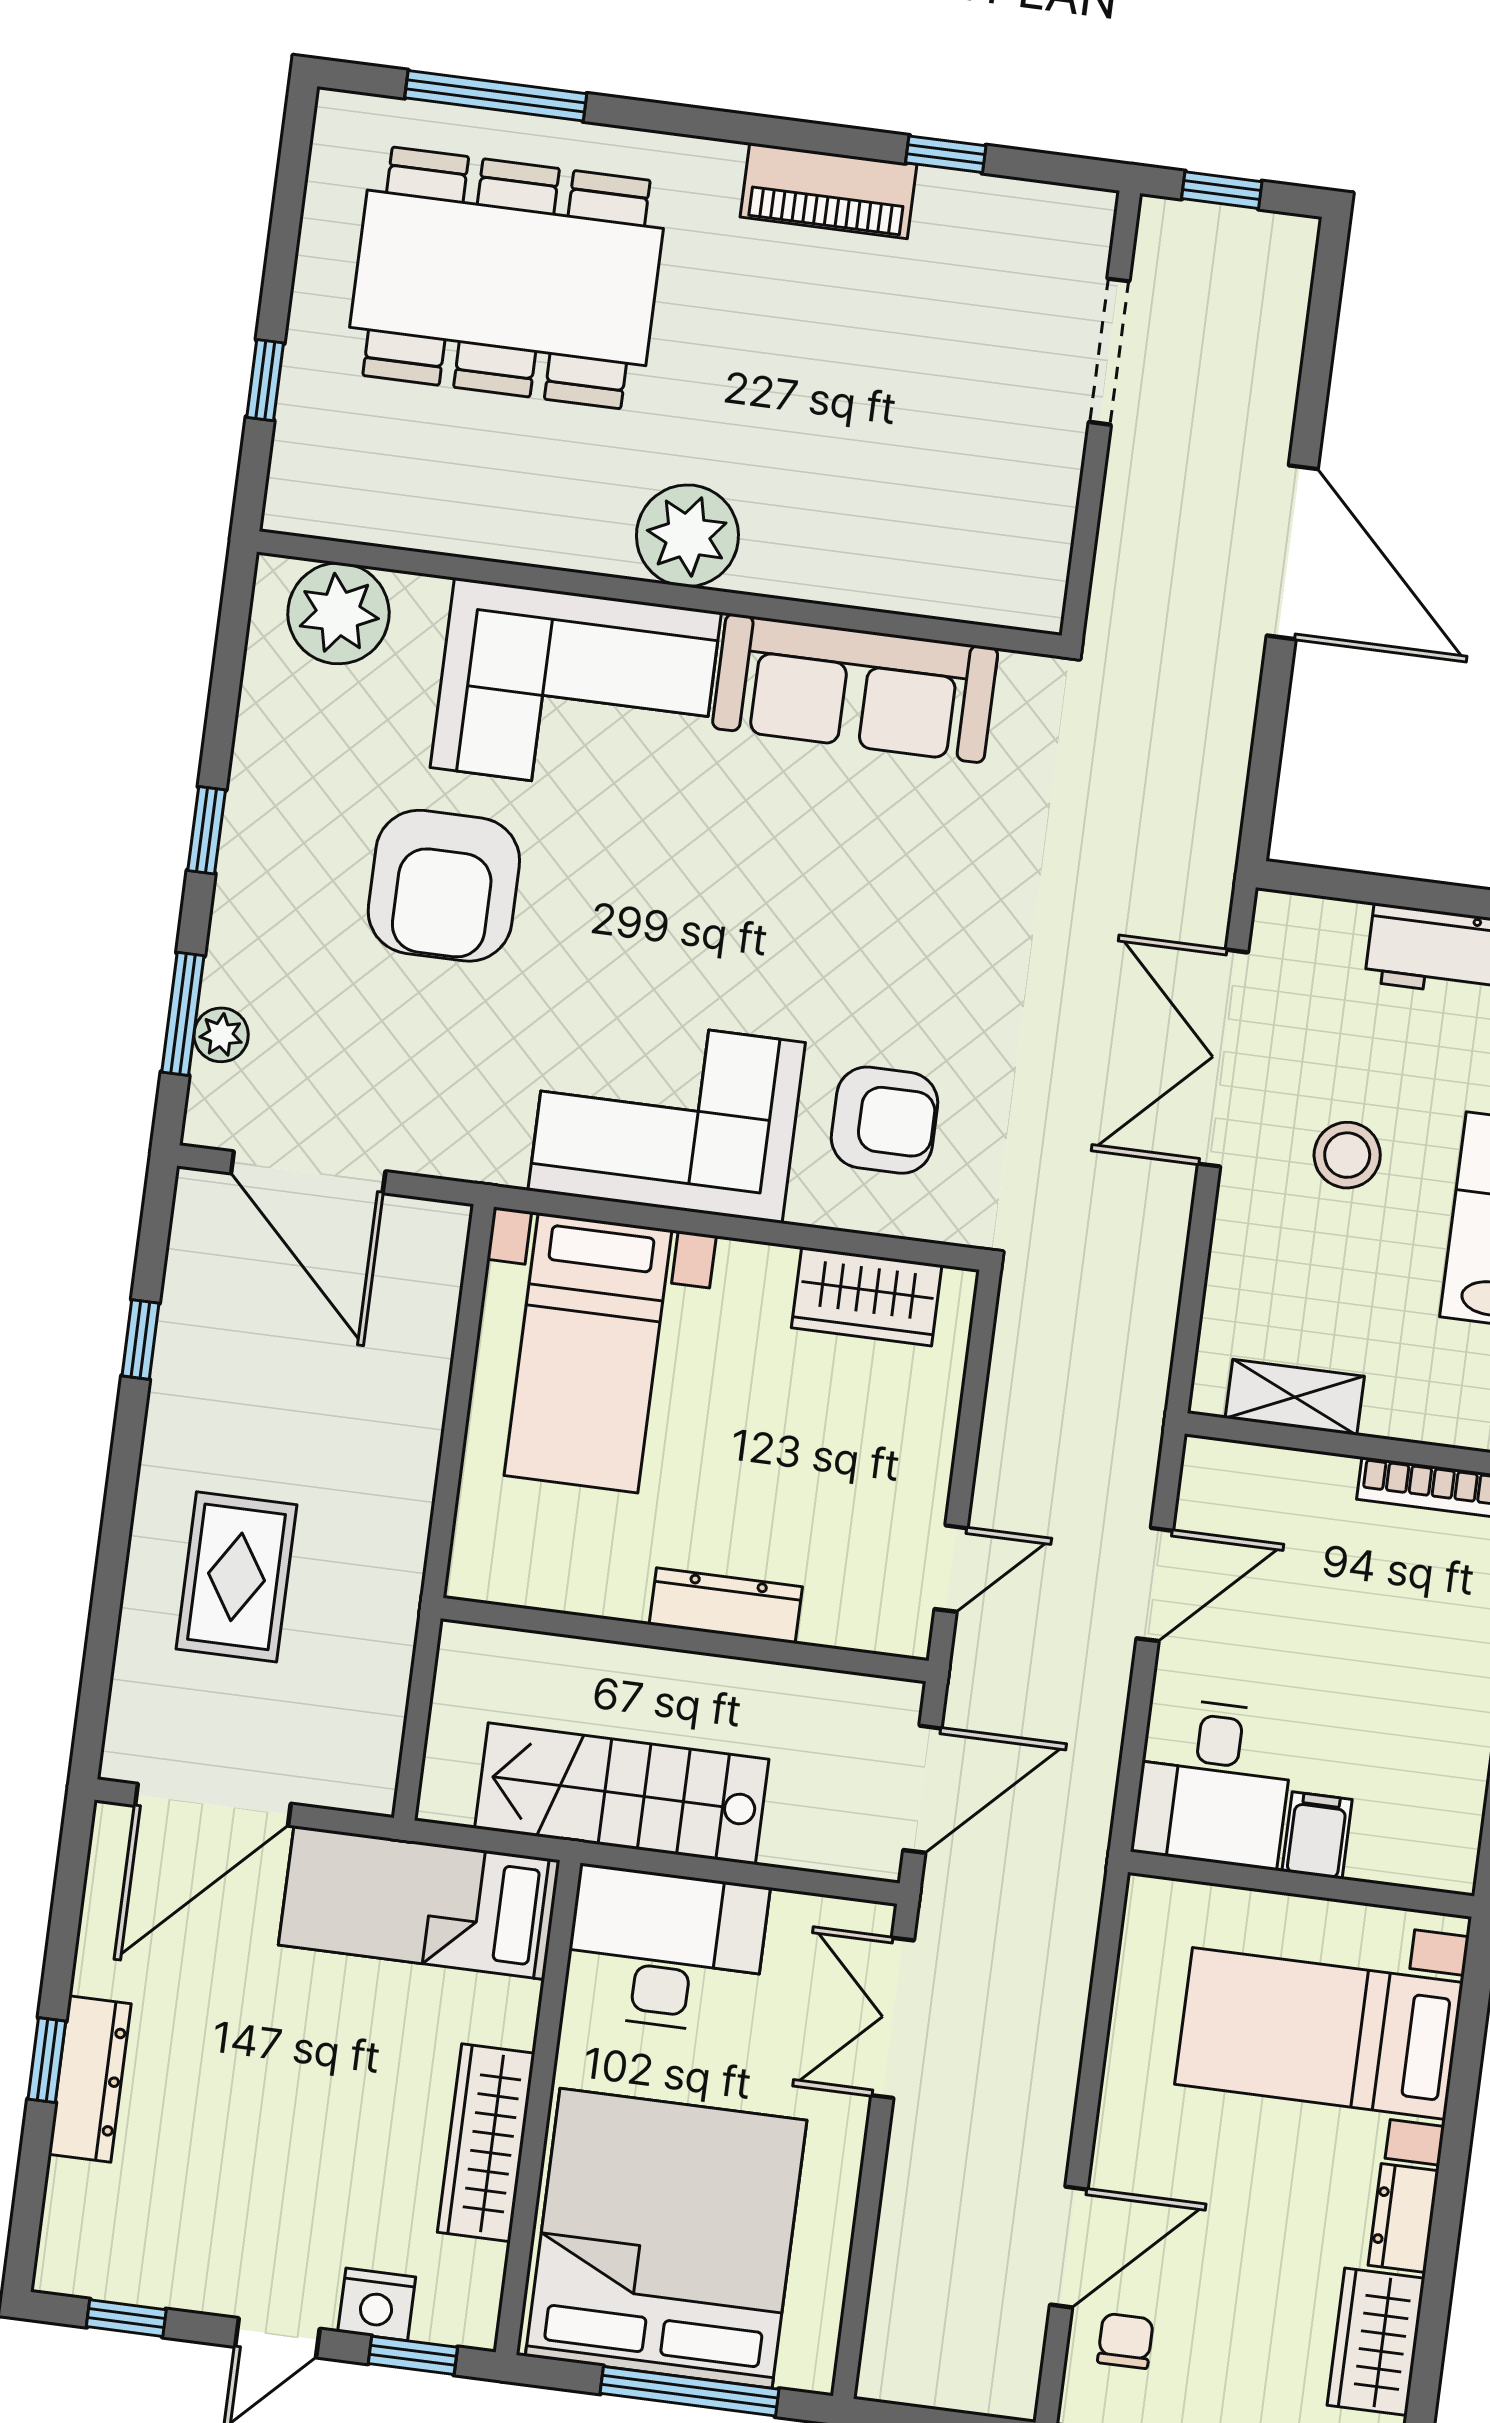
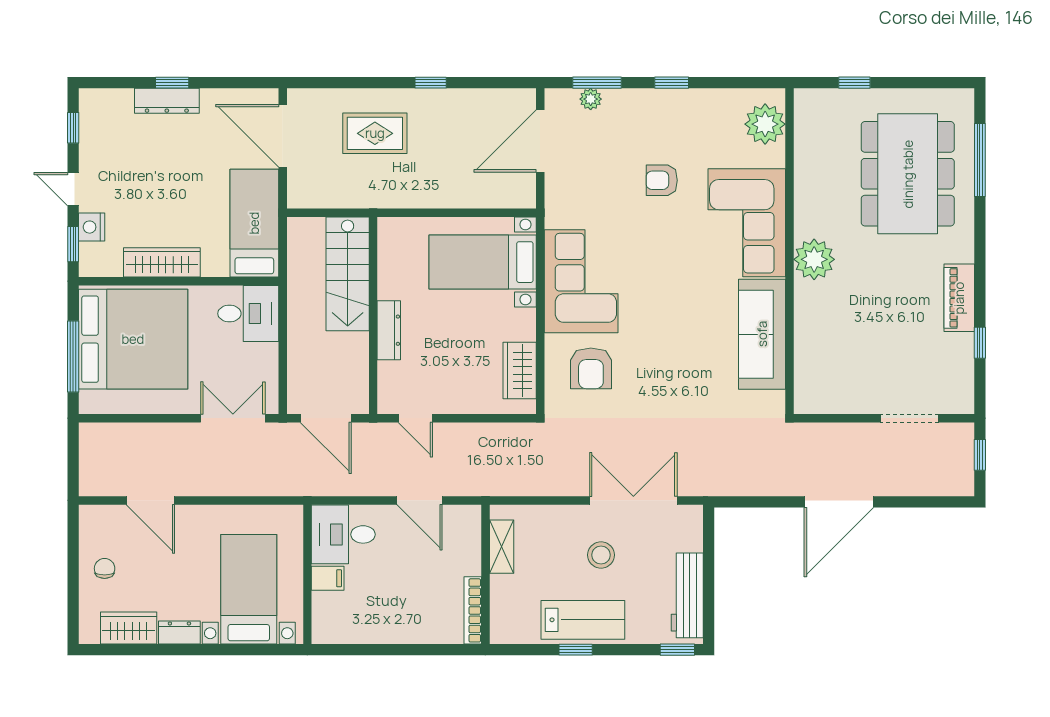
armchair: (444, 886) -> (662, 180), width x0.53, depth x0.53
window: (141, 1339) -> (431, 83), moved
stairs: (622, 1794) -> (348, 274), moved, turned 180
desk: (666, 1950) -> (248, 314), width x0.73
chair: (1125, 2341) -> (105, 568), moved, turned -90

